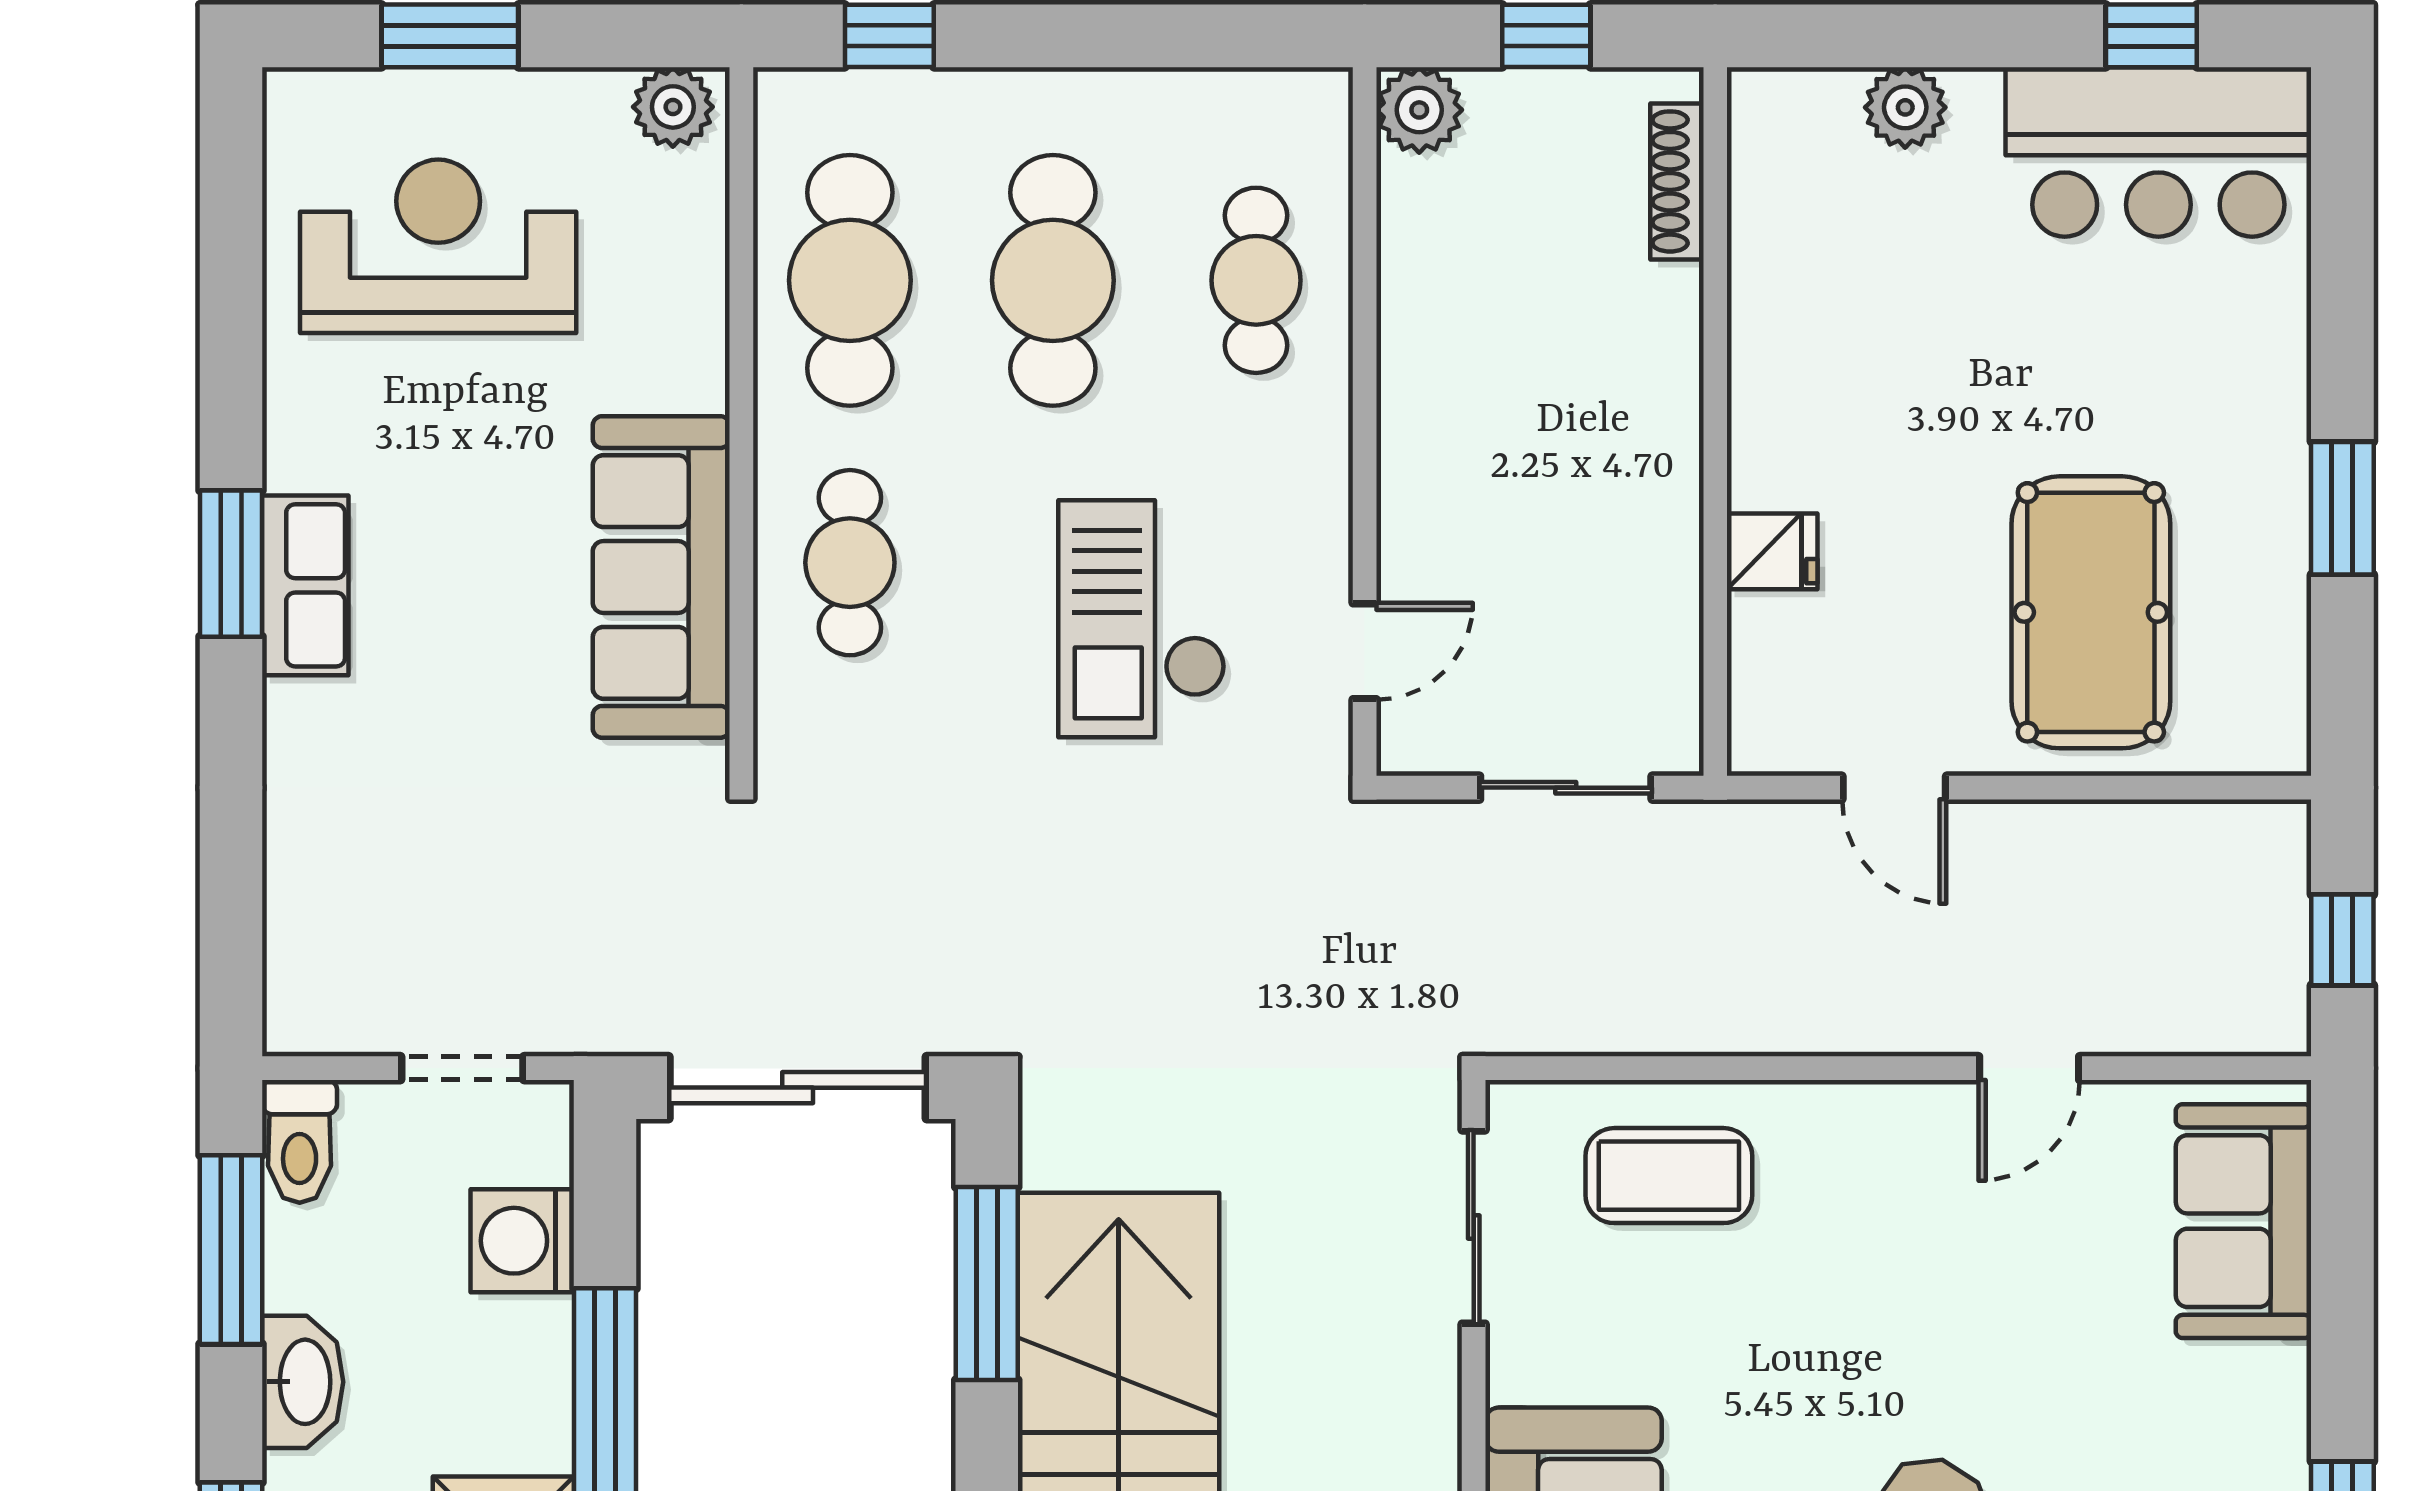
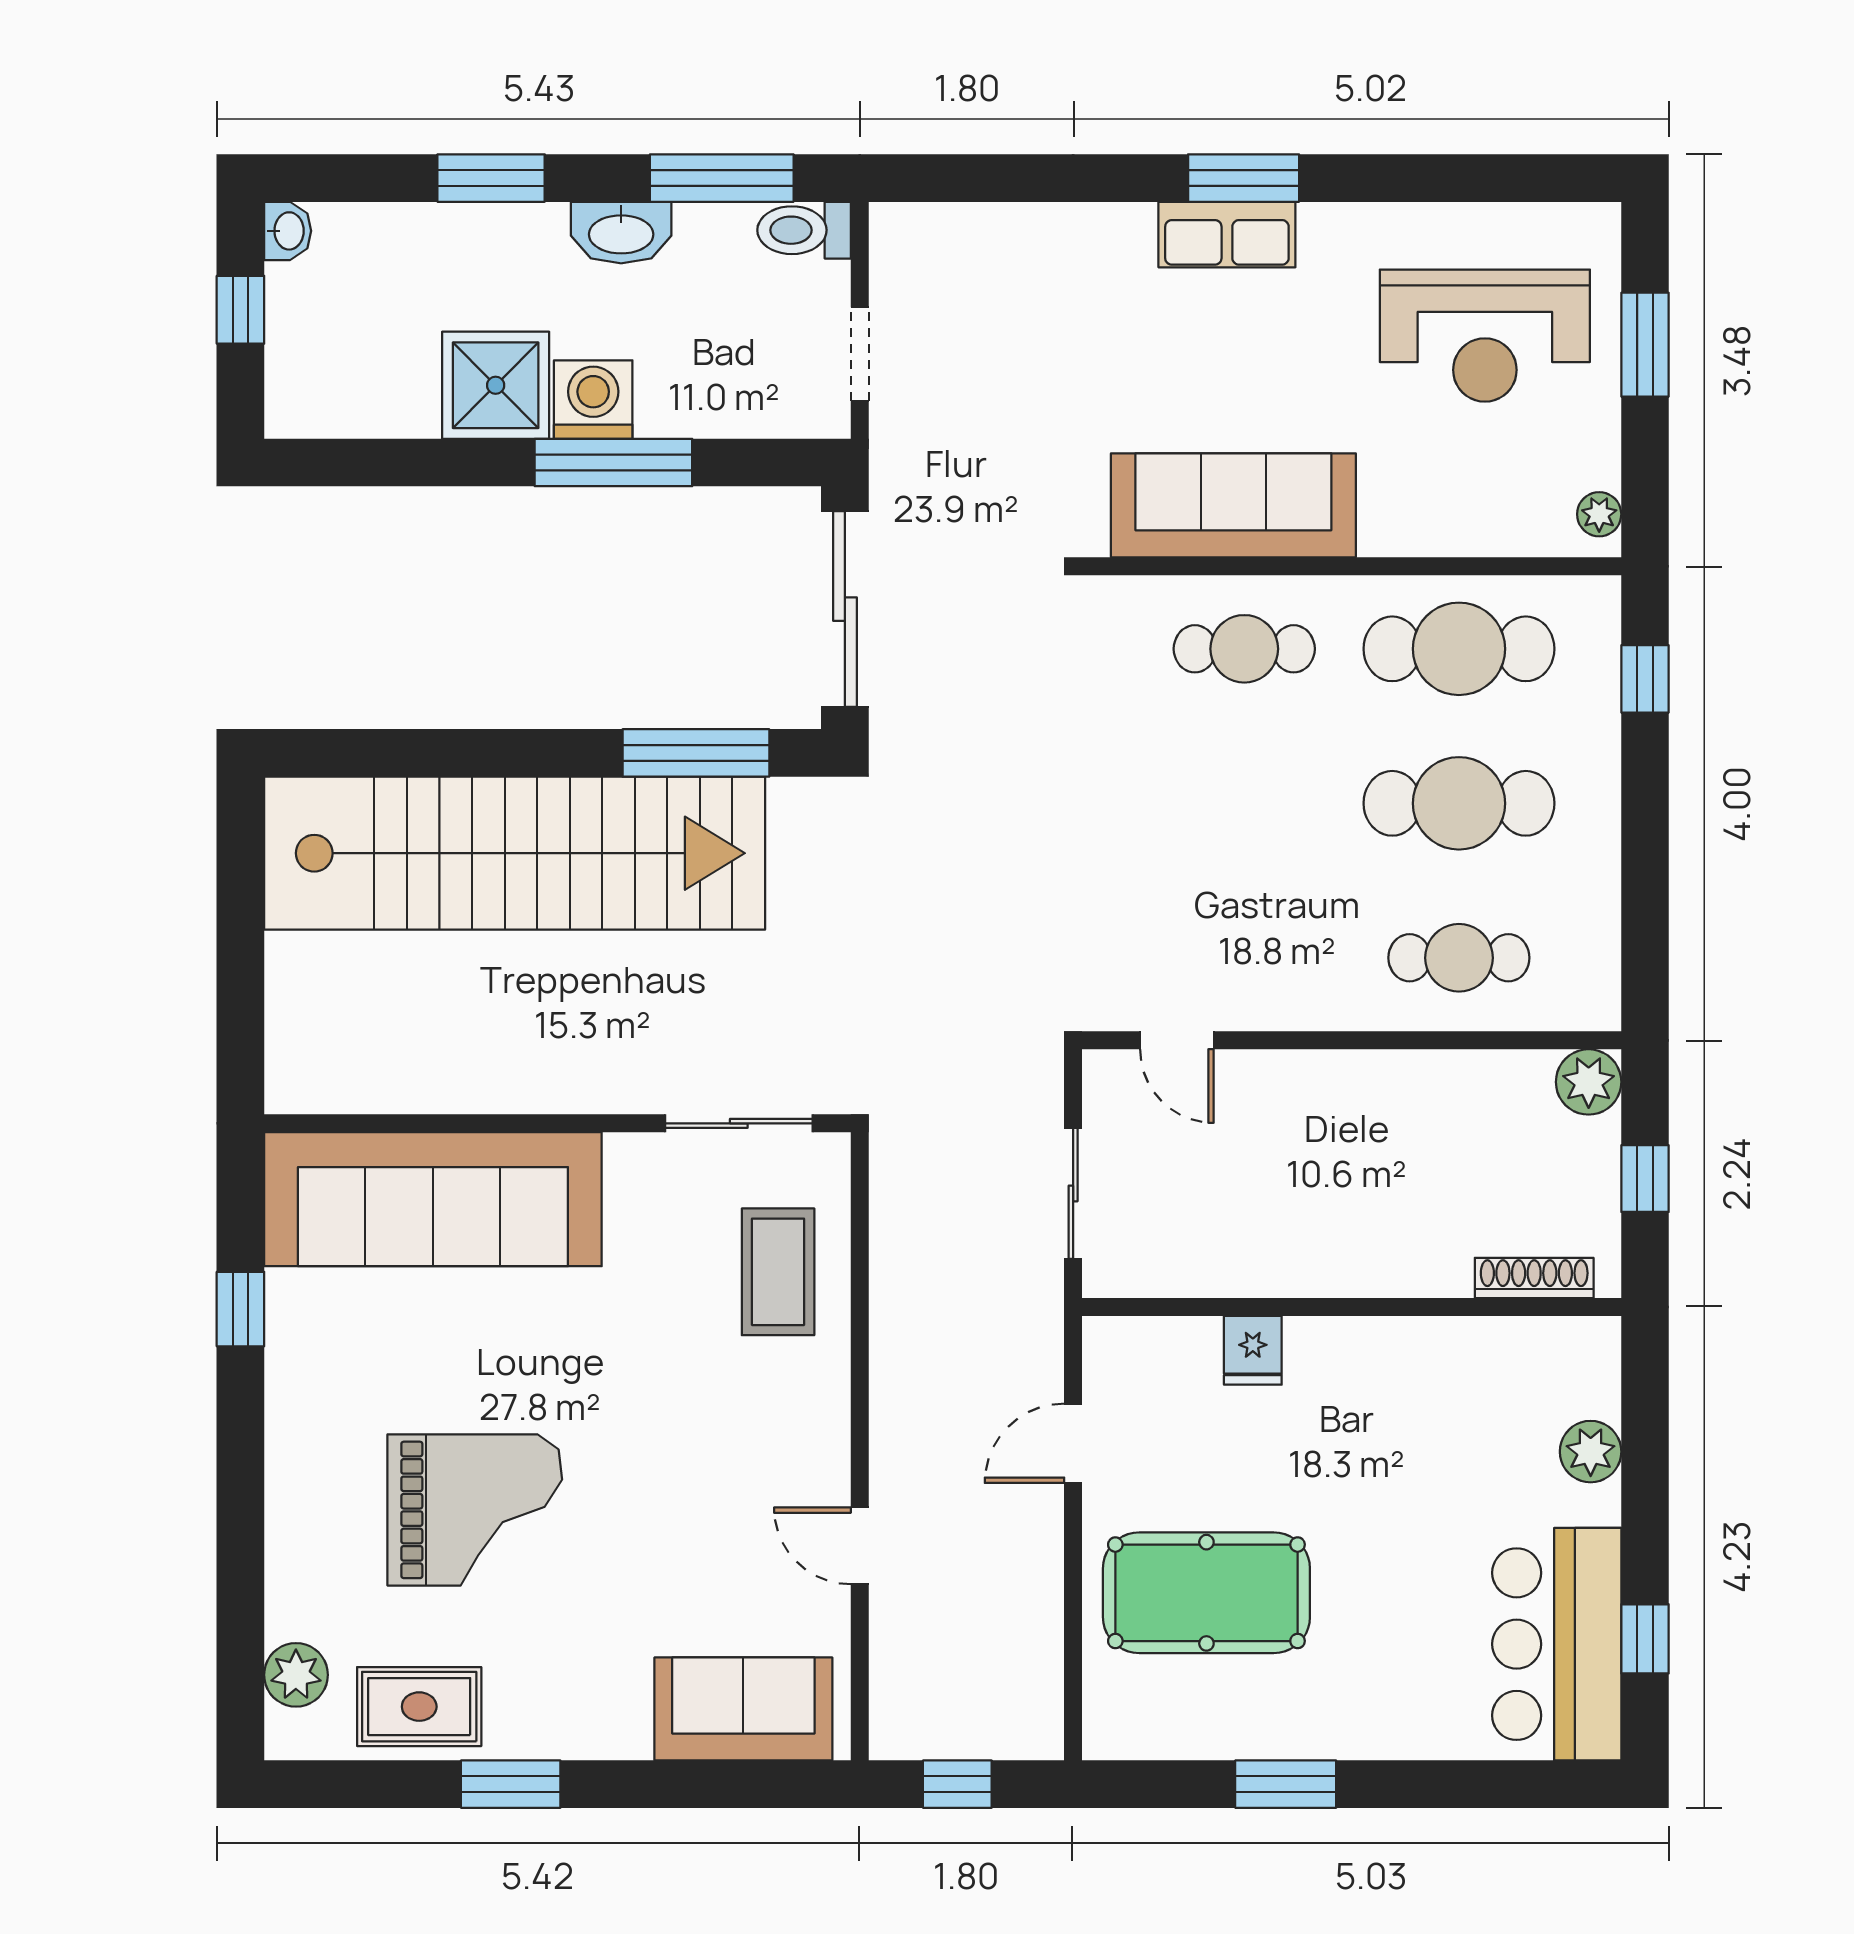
plant: (673, 107) -> (1599, 514), width x0.73, depth x0.73
reception desk: (438, 246) -> (1485, 336), turned 90
checkout: (1142, 619) -> (1202, 871), removed
washing machine: (522, 1241) -> (593, 400), moved

